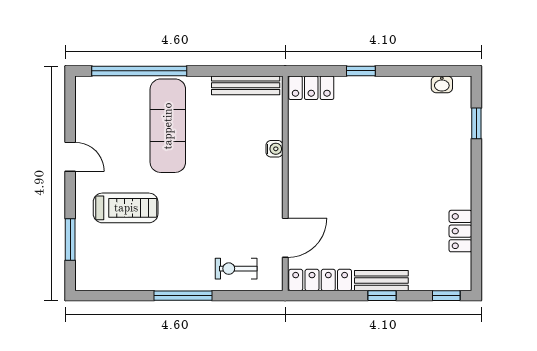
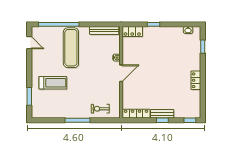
door: (70, 157) -> (29, 43), moved
locker: (460, 231) -> (196, 80), moved
door: (285, 238) -> (121, 73), moved

